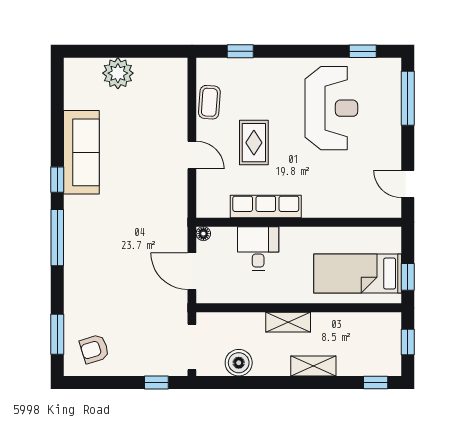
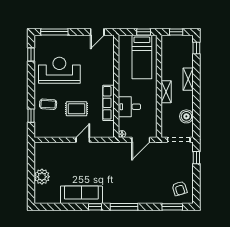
coffee table: (209, 102) -> (48, 104), moved

